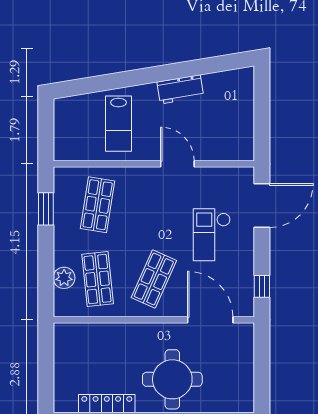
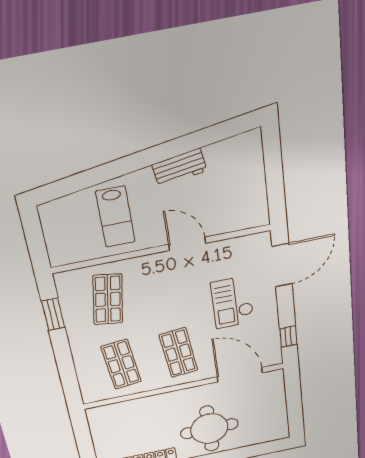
plant: (64, 278) -> (87, 370), removed
shop shelf: (154, 279) -> (179, 353), turned -30

